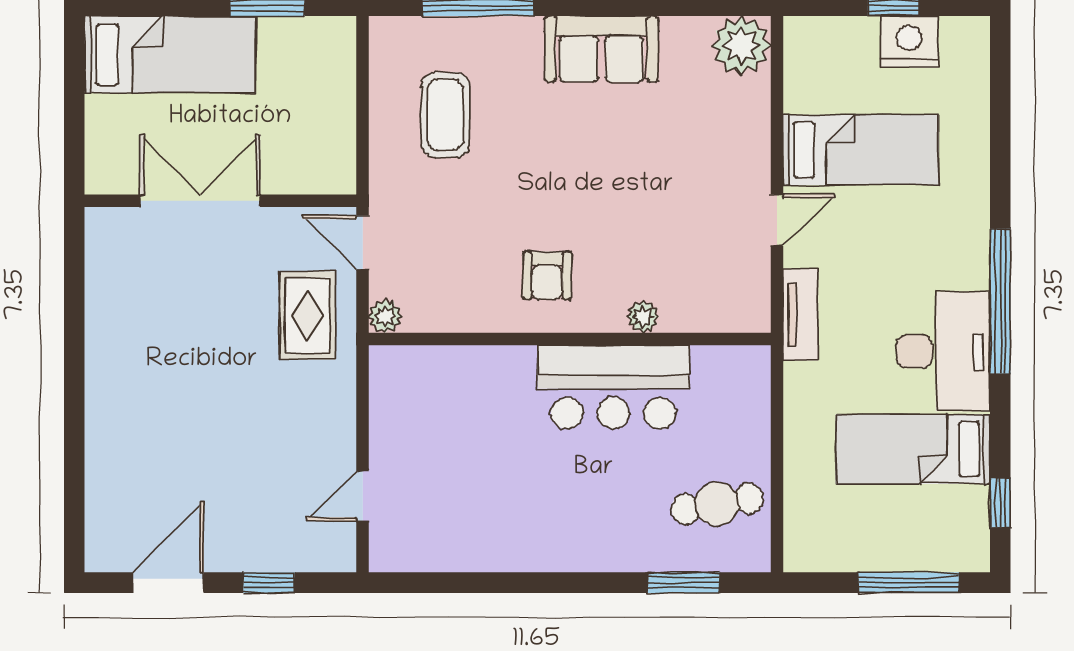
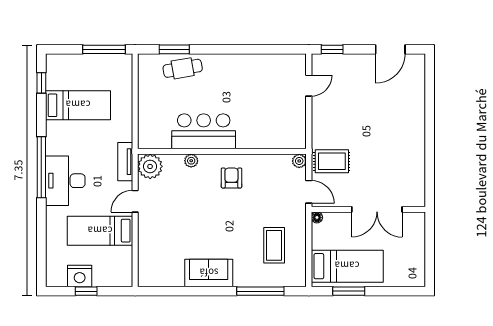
plant: (741, 46) -> (150, 166), moved
bed: (170, 54) -> (347, 266), moved, turned 180
floor lamp: (343, 181) -> (317, 217), added
rug: (307, 315) -> (332, 161), turned 90
desk: (943, 352) -> (65, 181), moved
cafe table: (717, 504) -> (183, 68), moved
window: (269, 583) -> (332, 49), moved
window: (909, 583) -> (104, 49), moved

